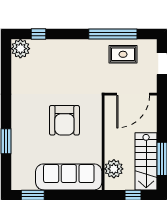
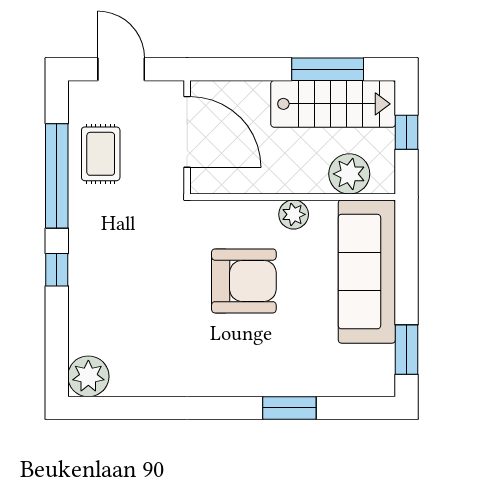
window: (38, 34) -> (57, 270), moved
plant: (95, 143) -> (294, 214), added

